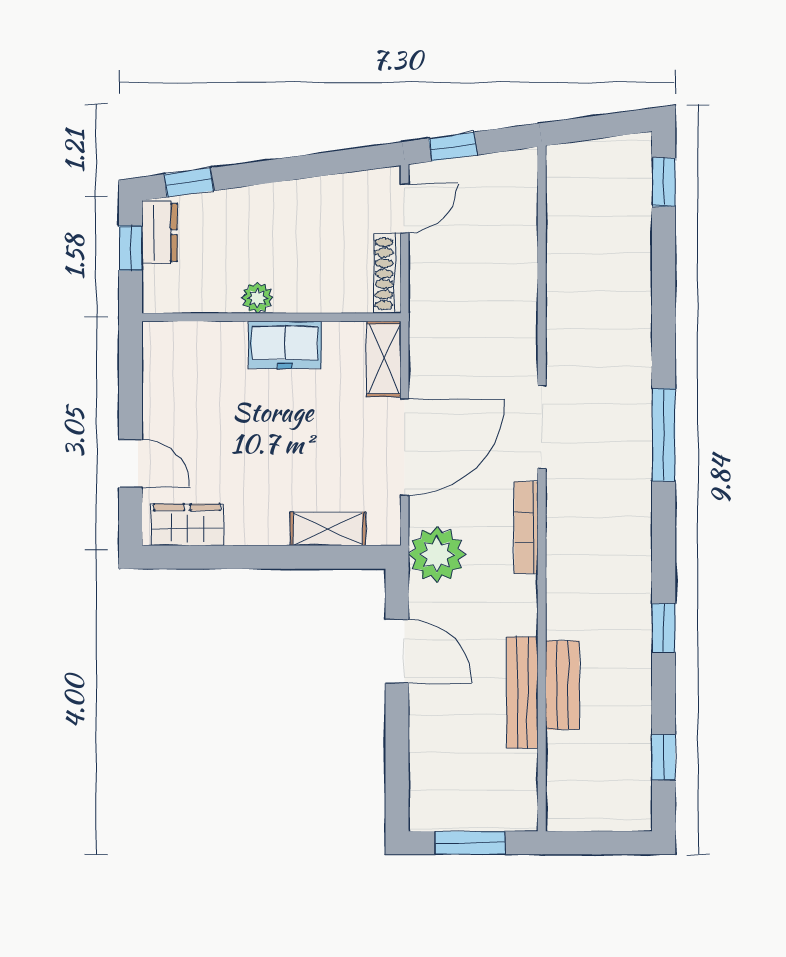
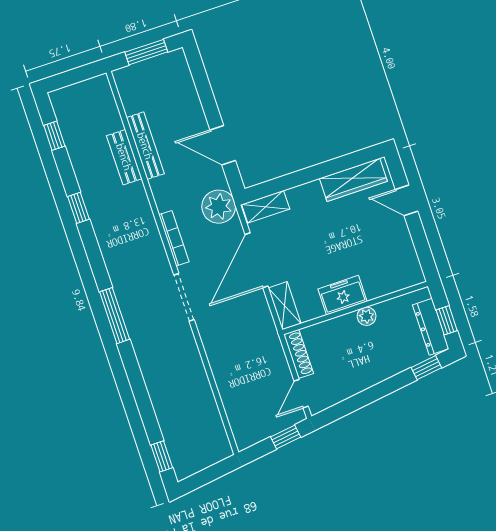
dresser: (160, 232) -> (431, 327), width x1.44
wardrobe: (187, 525) -> (353, 180), width x1.50
shelving: (328, 529) -> (266, 207), moved

